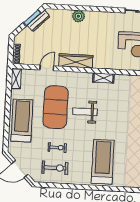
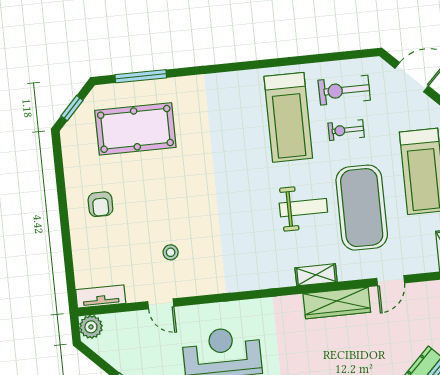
shelving: (103, 78) -> (316, 275), moved
treadmill: (103, 162) -> (288, 117), moved

